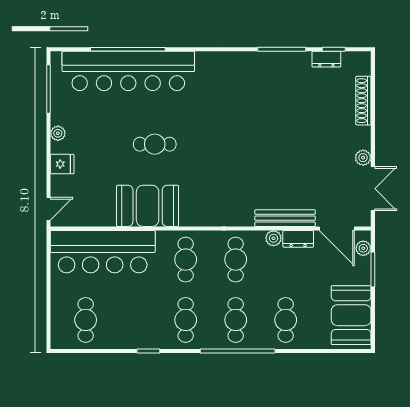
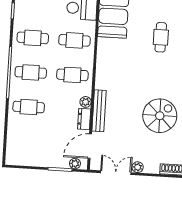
spiral stairs: (287, 130) -> (160, 116), added
cafe table: (155, 144) -> (161, 37), moved
double door: (373, 189) -> (116, 173), swing flipped
booth: (351, 315) -> (29, 152), removed

